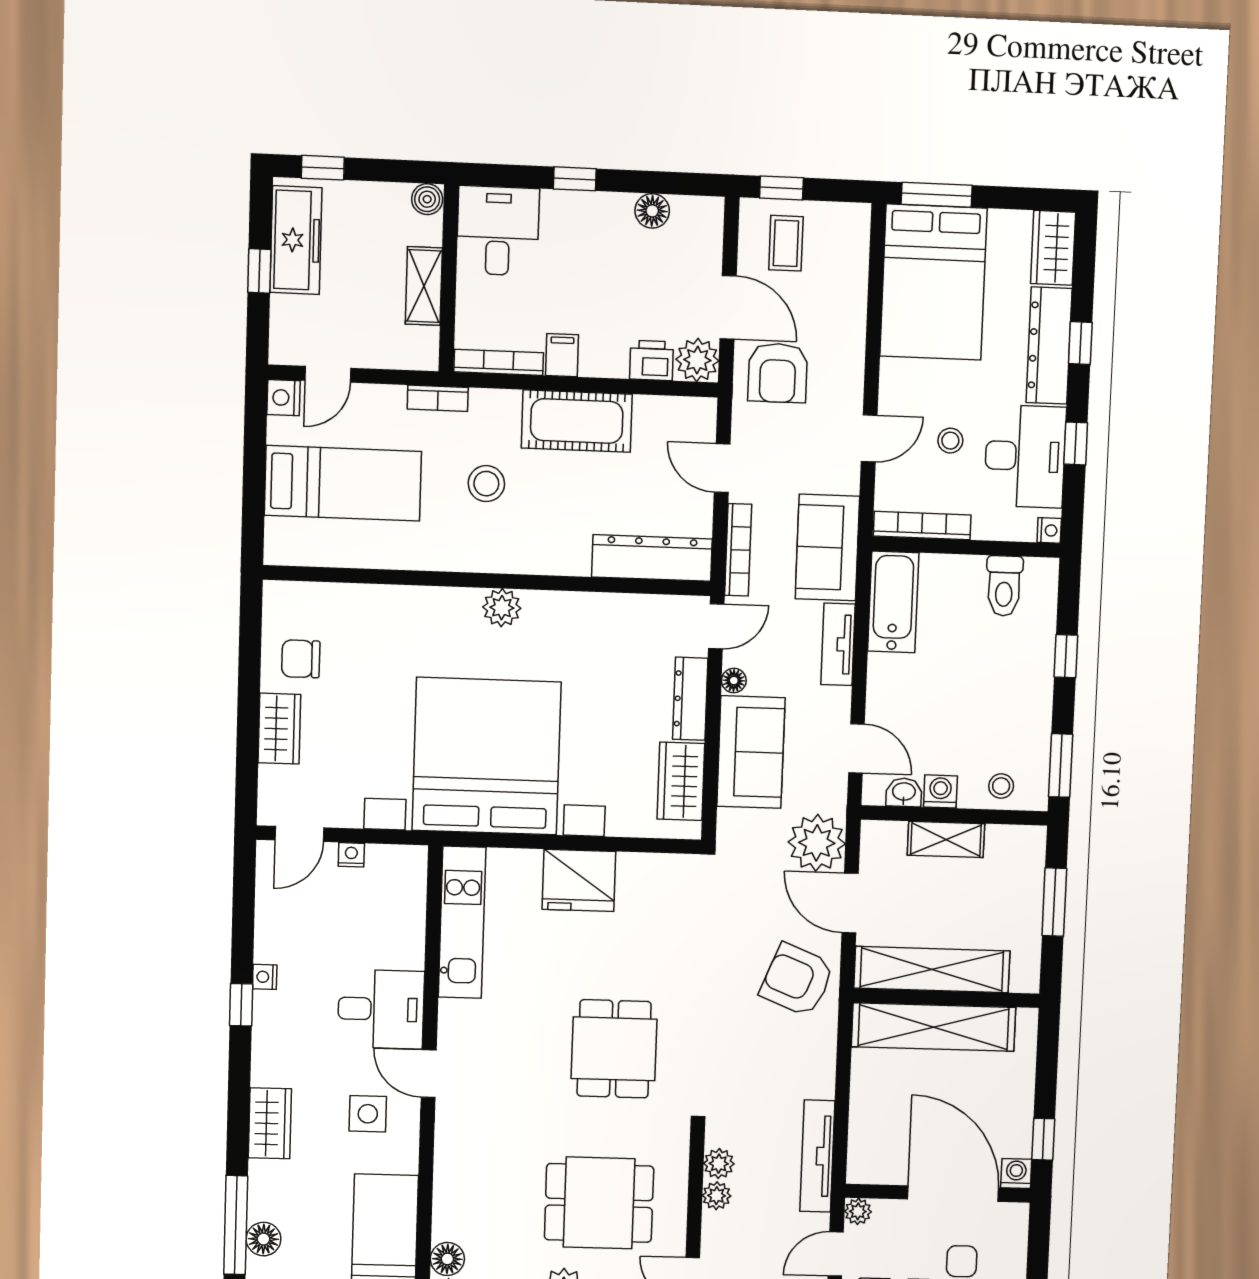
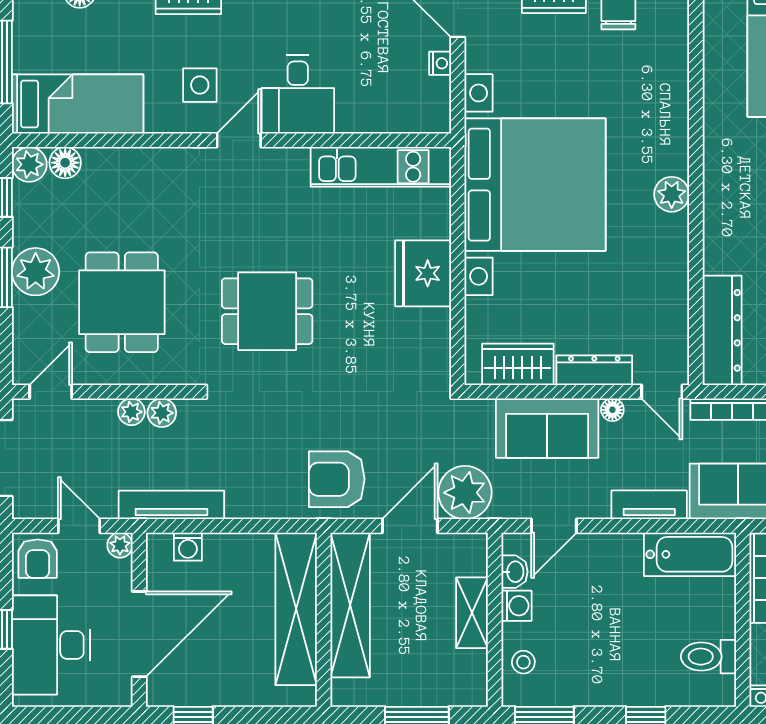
armchair: (797, 980) -> (337, 479), turned -112
washing machine: (1016, 1173) -> (188, 547), moved, turned 90

